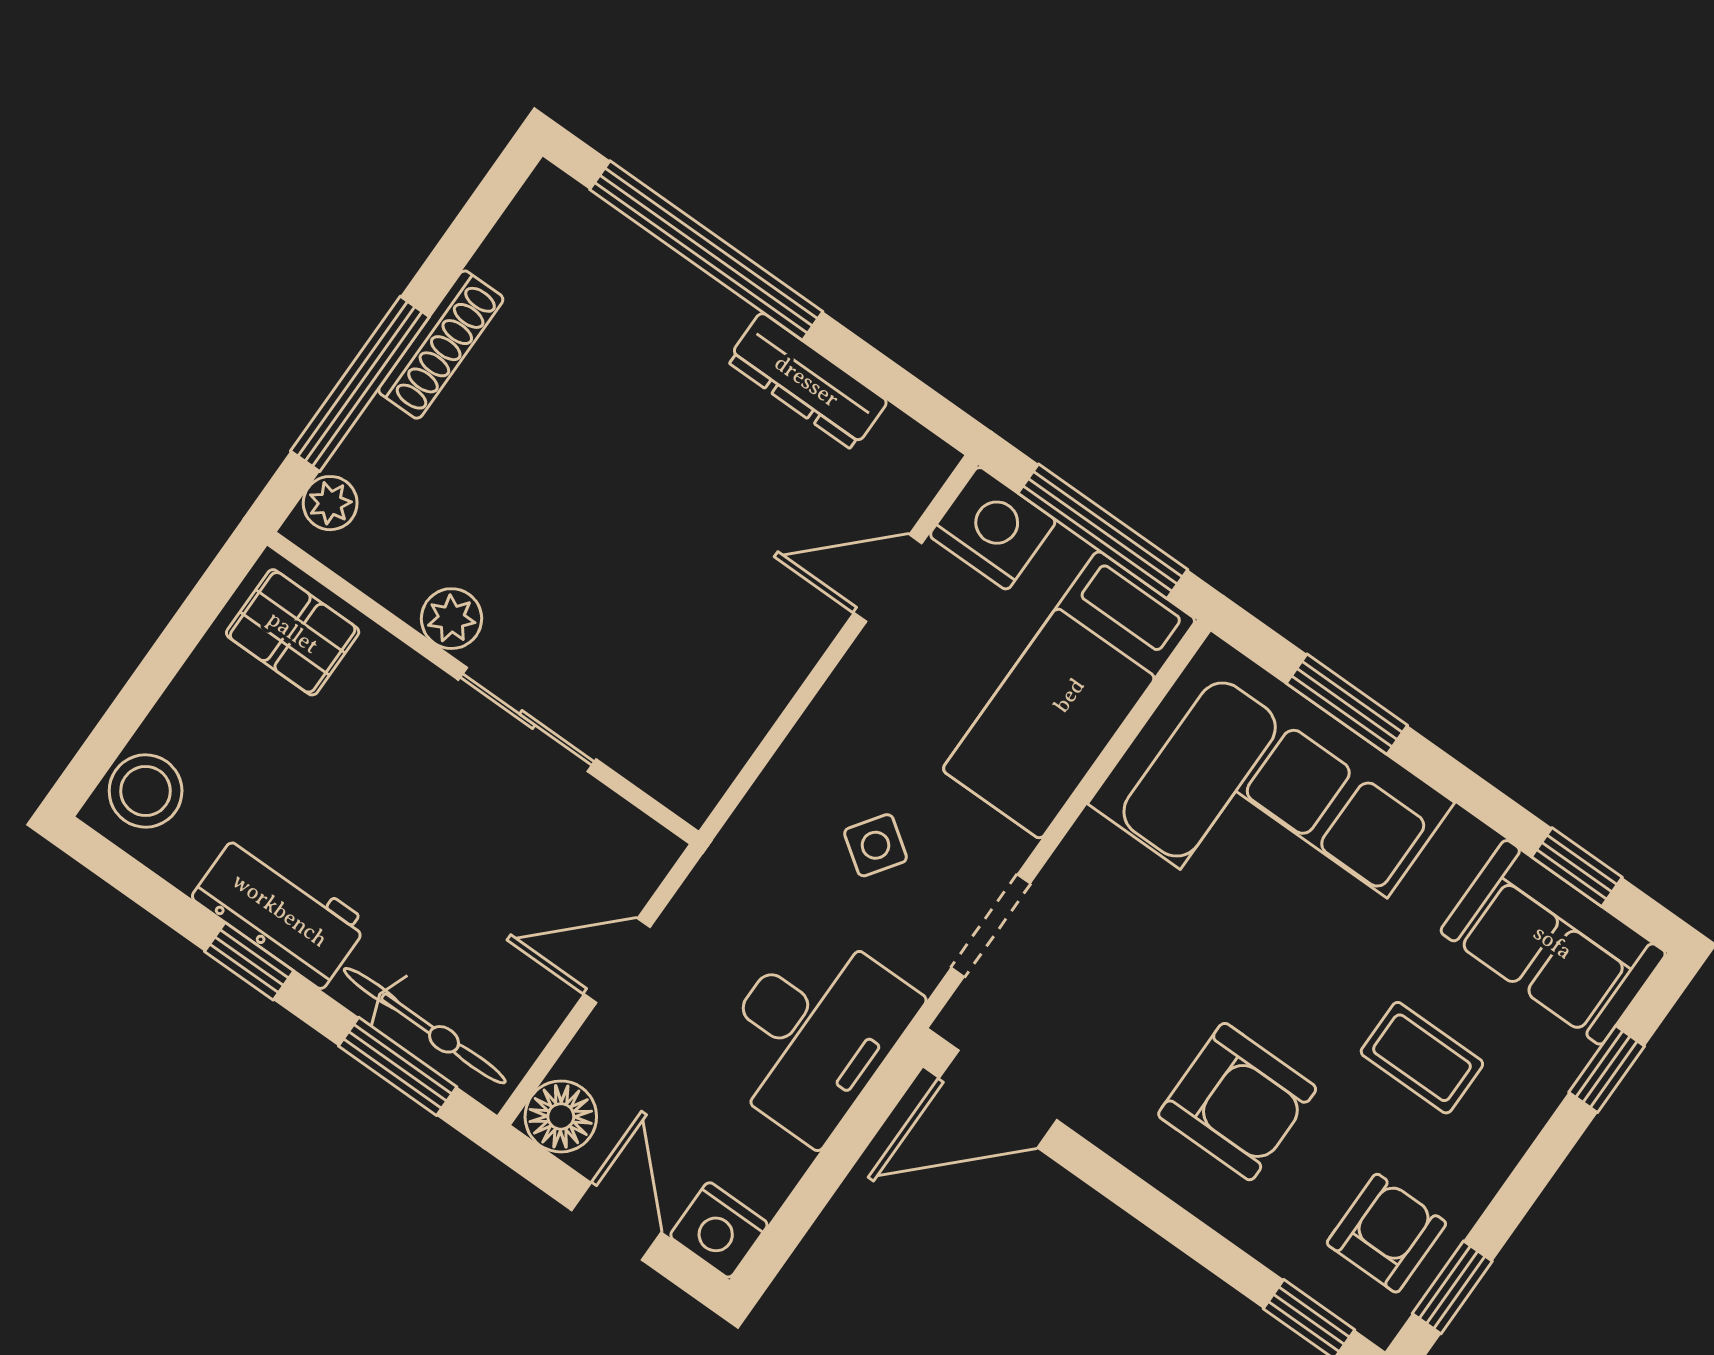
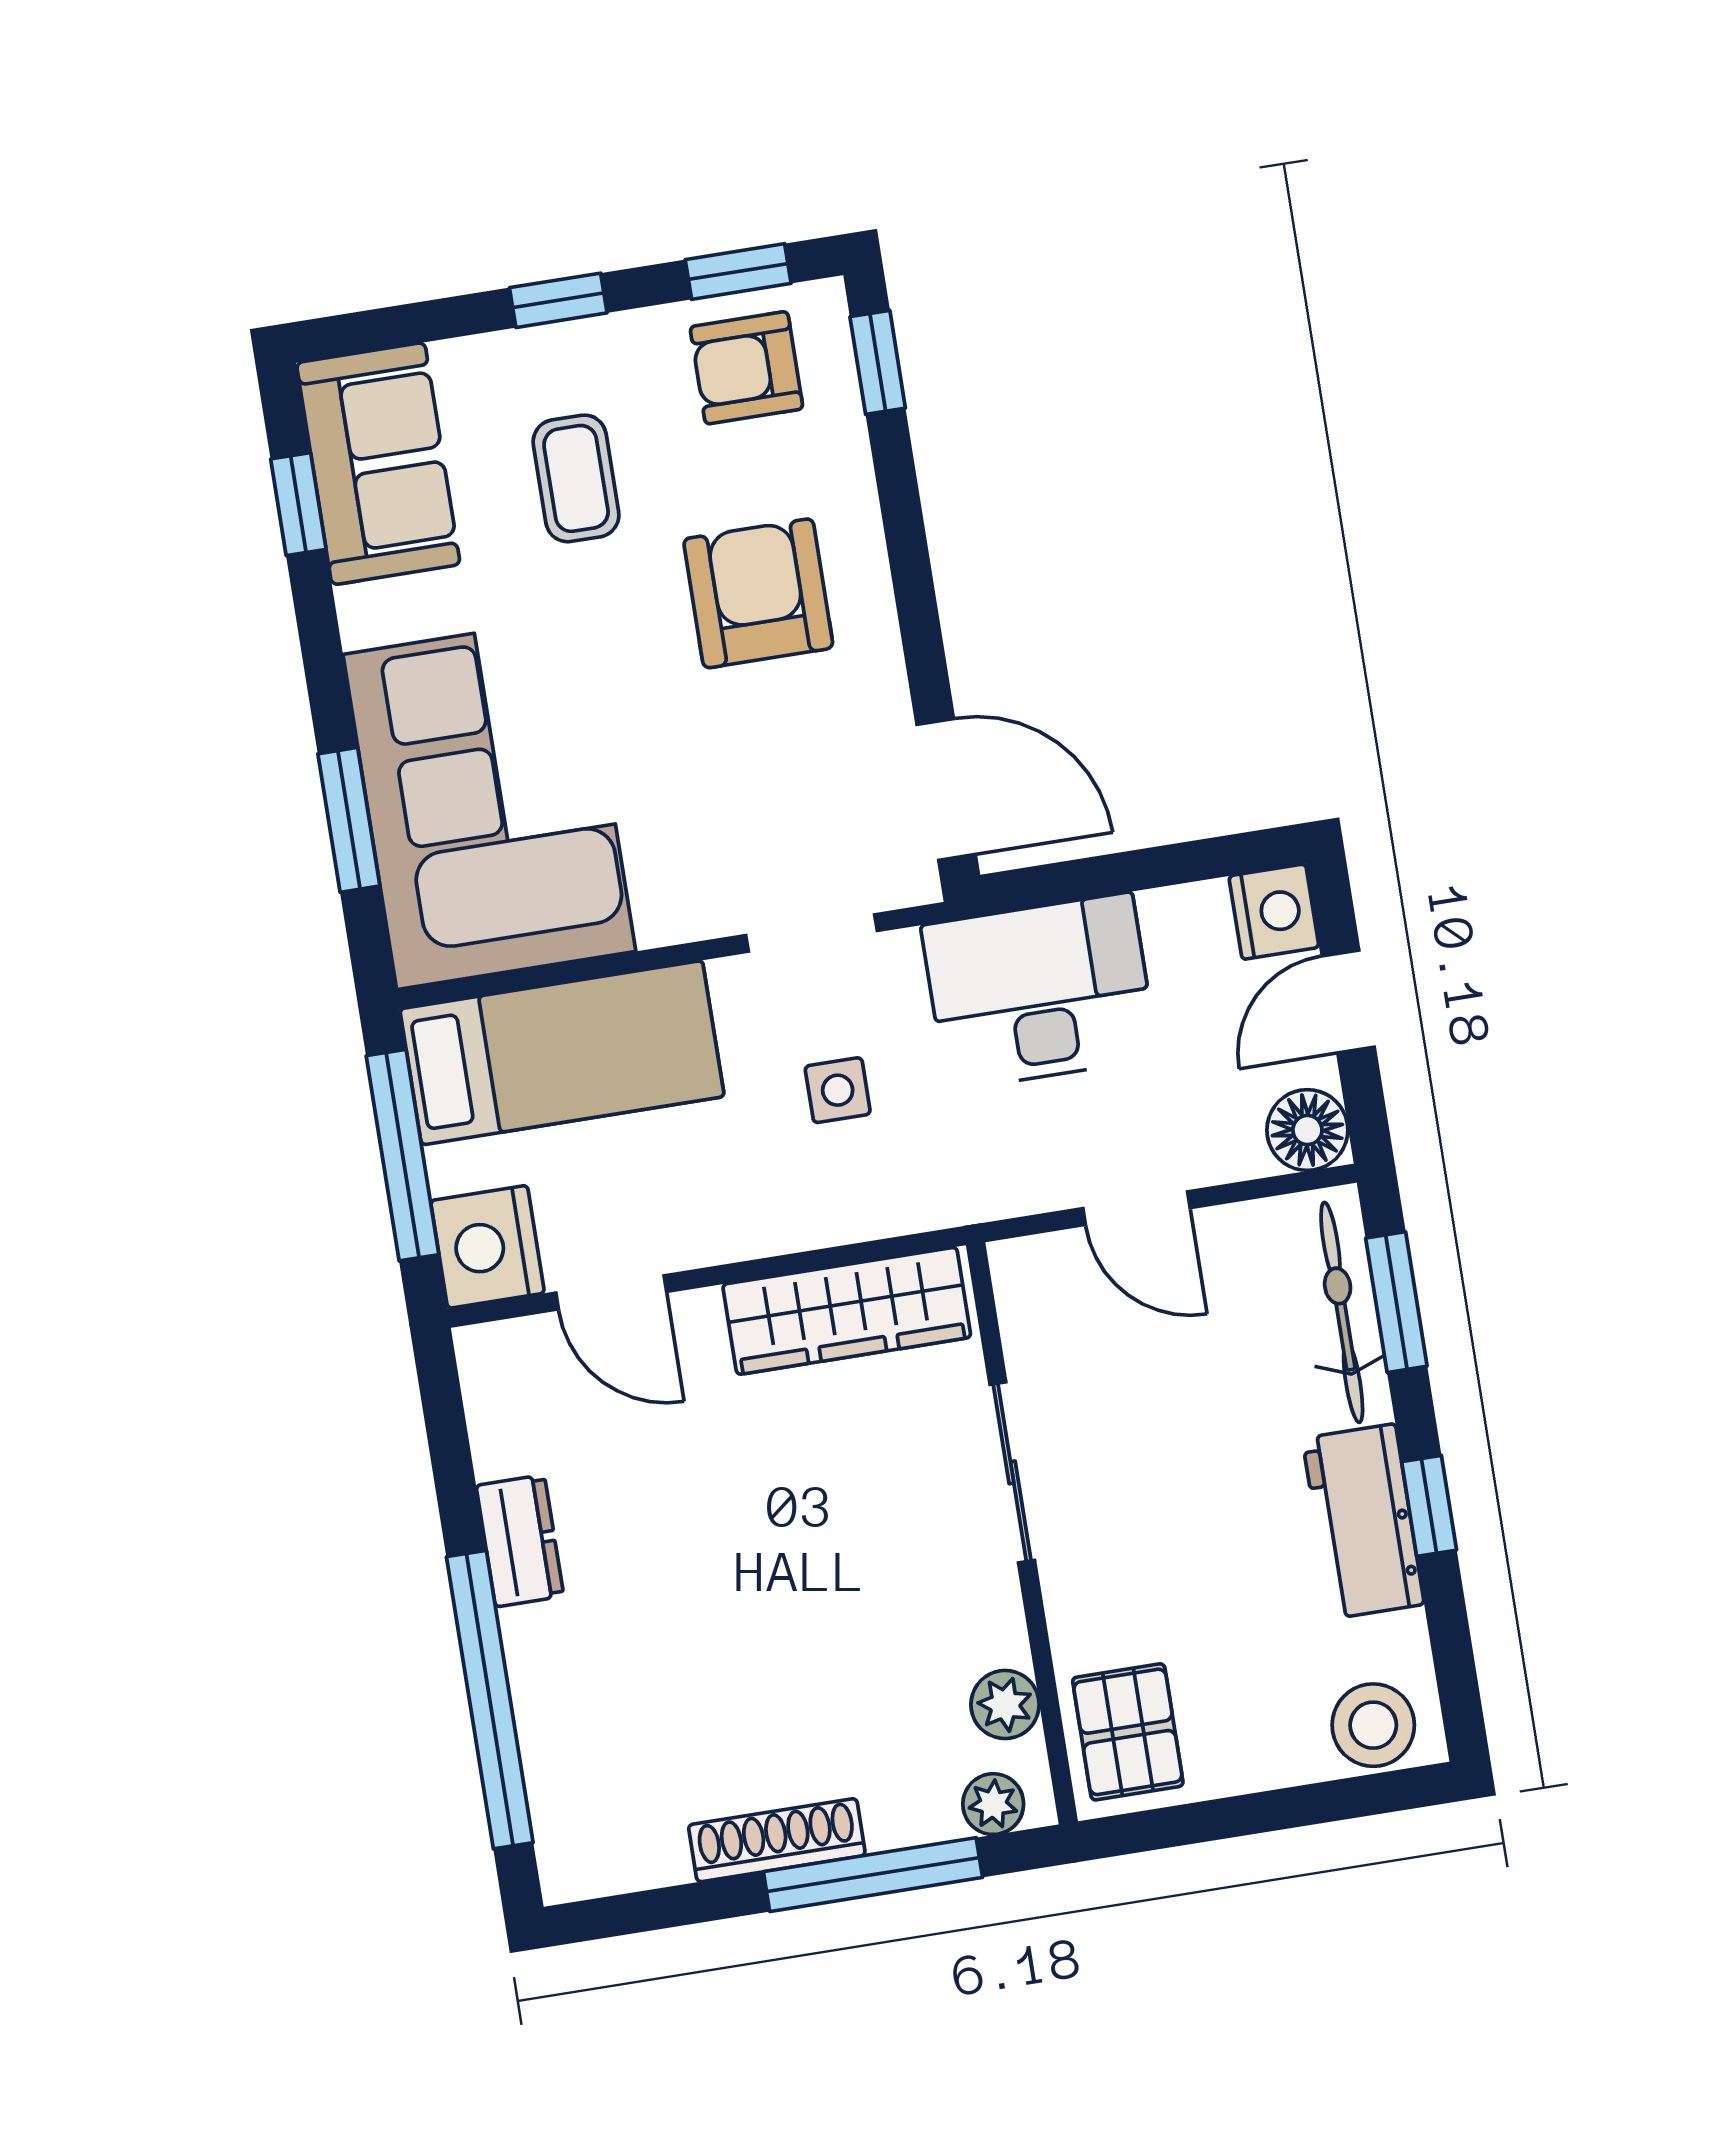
dresser: (807, 381) -> (520, 1541), width x0.70
plant: (451, 619) -> (1005, 1705), moved
wardrobe: (731, 715) -> (847, 1311), added
side table: (875, 845) -> (838, 1090), turned -35
window: (1607, 1069) -> (558, 300), moved

